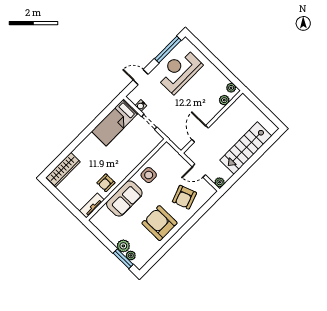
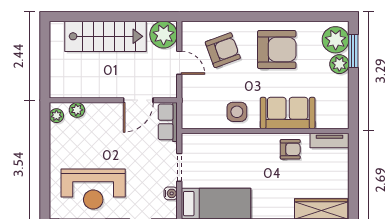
row of seats: (176, 138) -> (168, 122), added
plant: (220, 182) -> (164, 35), width x1.87, depth x1.87
armchair: (160, 223) -> (277, 50), turned -90
plant: (131, 255) -> (336, 40), width x1.87, depth x1.87

